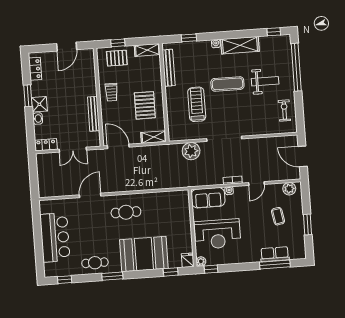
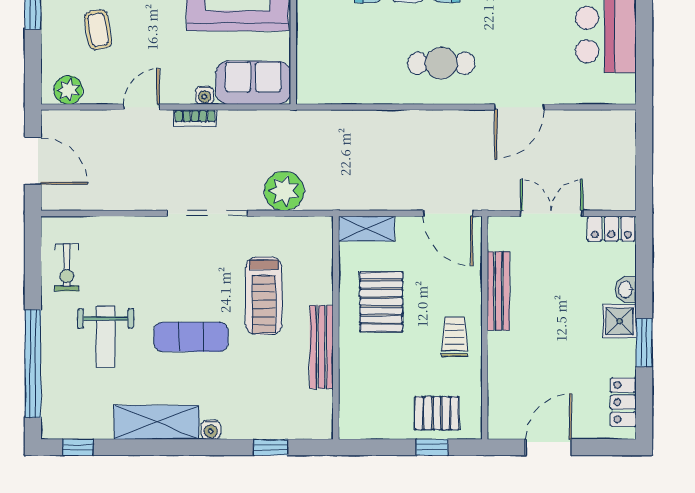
shelving: (147, 50) -> (367, 427), removed
bench: (169, 68) -> (322, 347), moved
weight bench: (265, 81) -> (106, 337), turned -90

